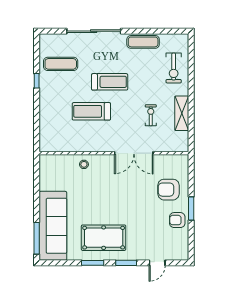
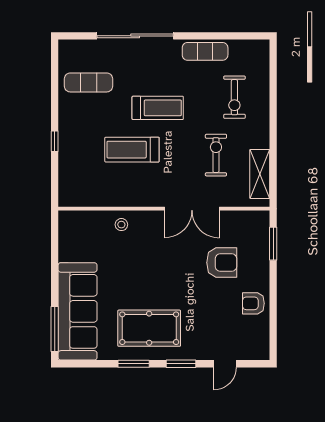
exercise bike: (174, 68) -> (234, 97), moved
window: (37, 81) -> (55, 141), moved
shelving: (182, 113) -> (260, 174), moved
exercise bike: (151, 115) -> (216, 155), width x1.38, depth x1.39
armchair: (169, 190) -> (222, 263), moved, turned 180
window: (191, 208) -> (273, 244), moved

